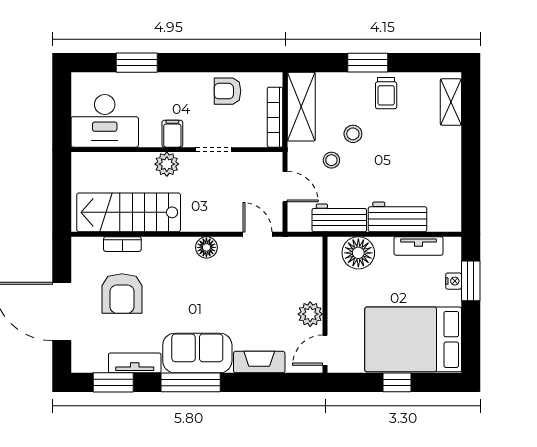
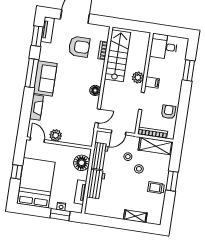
shelving: (451, 102) -> (135, 216), moved
desk: (105, 121) -> (164, 47), width x0.73
armchair: (122, 294) -> (79, 47), turned 180
tv unit: (135, 363) -> (48, 30), moved

